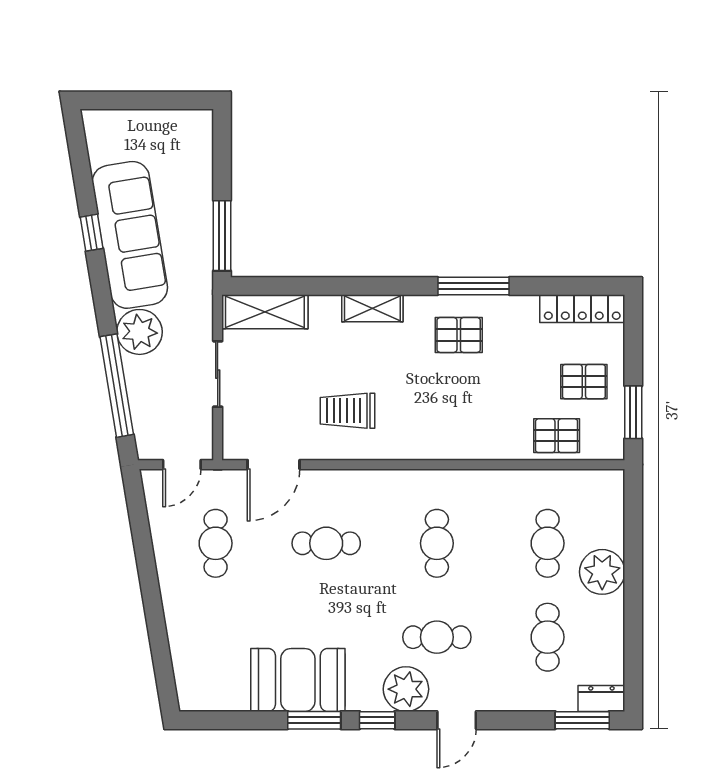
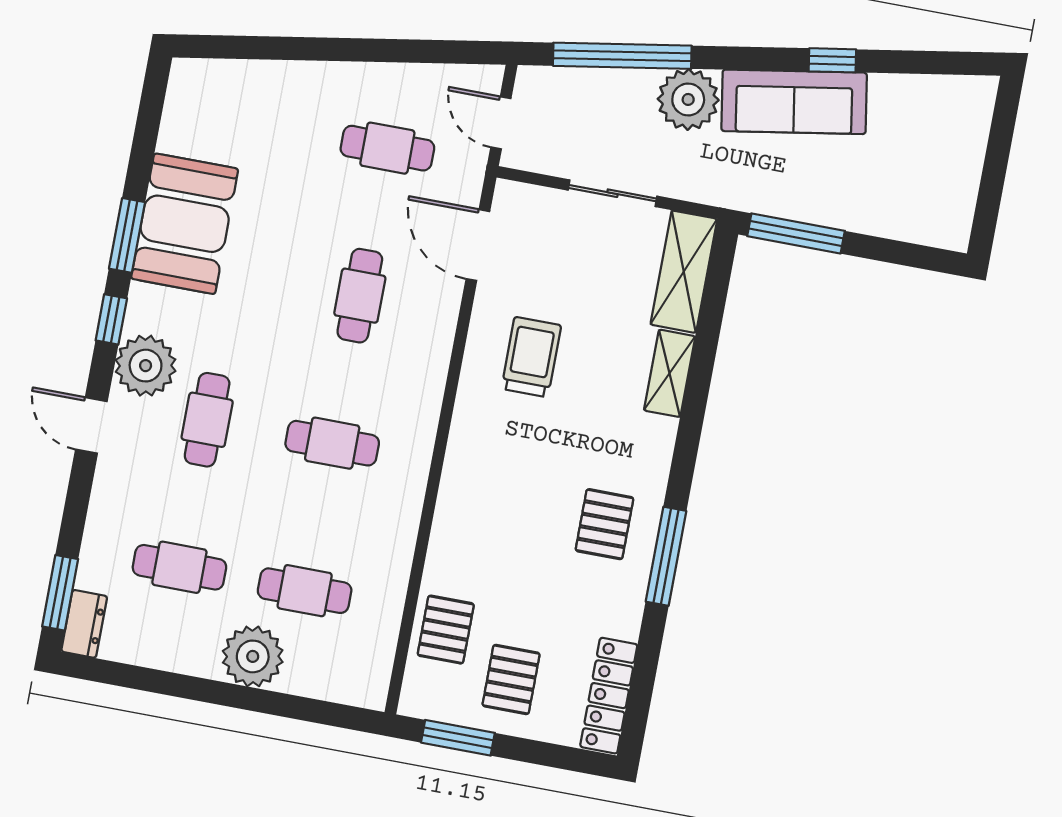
sofa: (130, 235) -> (794, 102), width x0.74, depth x0.79
shelving: (372, 308) -> (670, 373), moved

